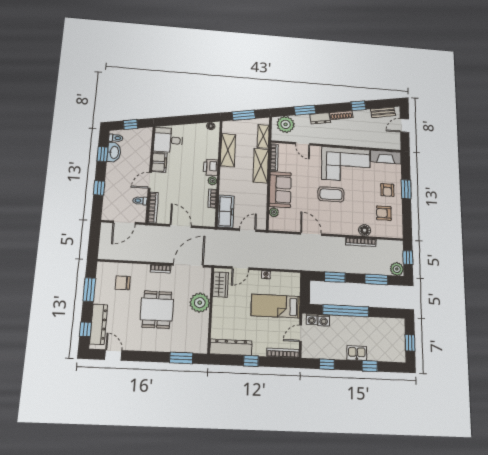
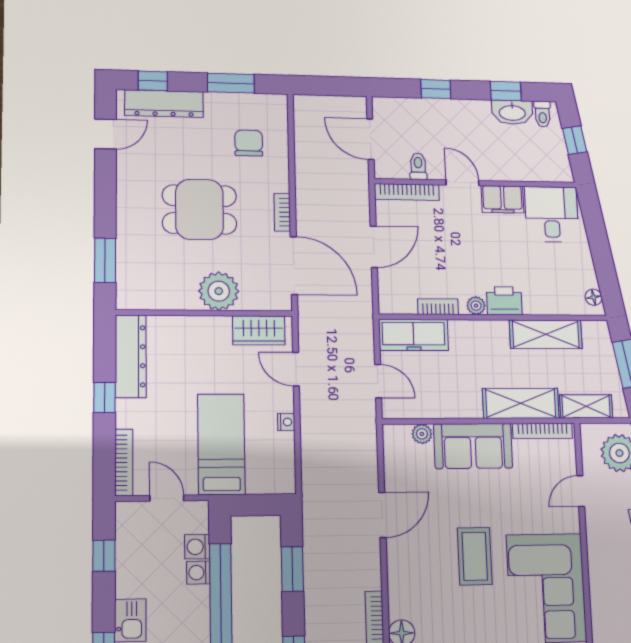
washing machine: (312, 319) -> (198, 573), moved

